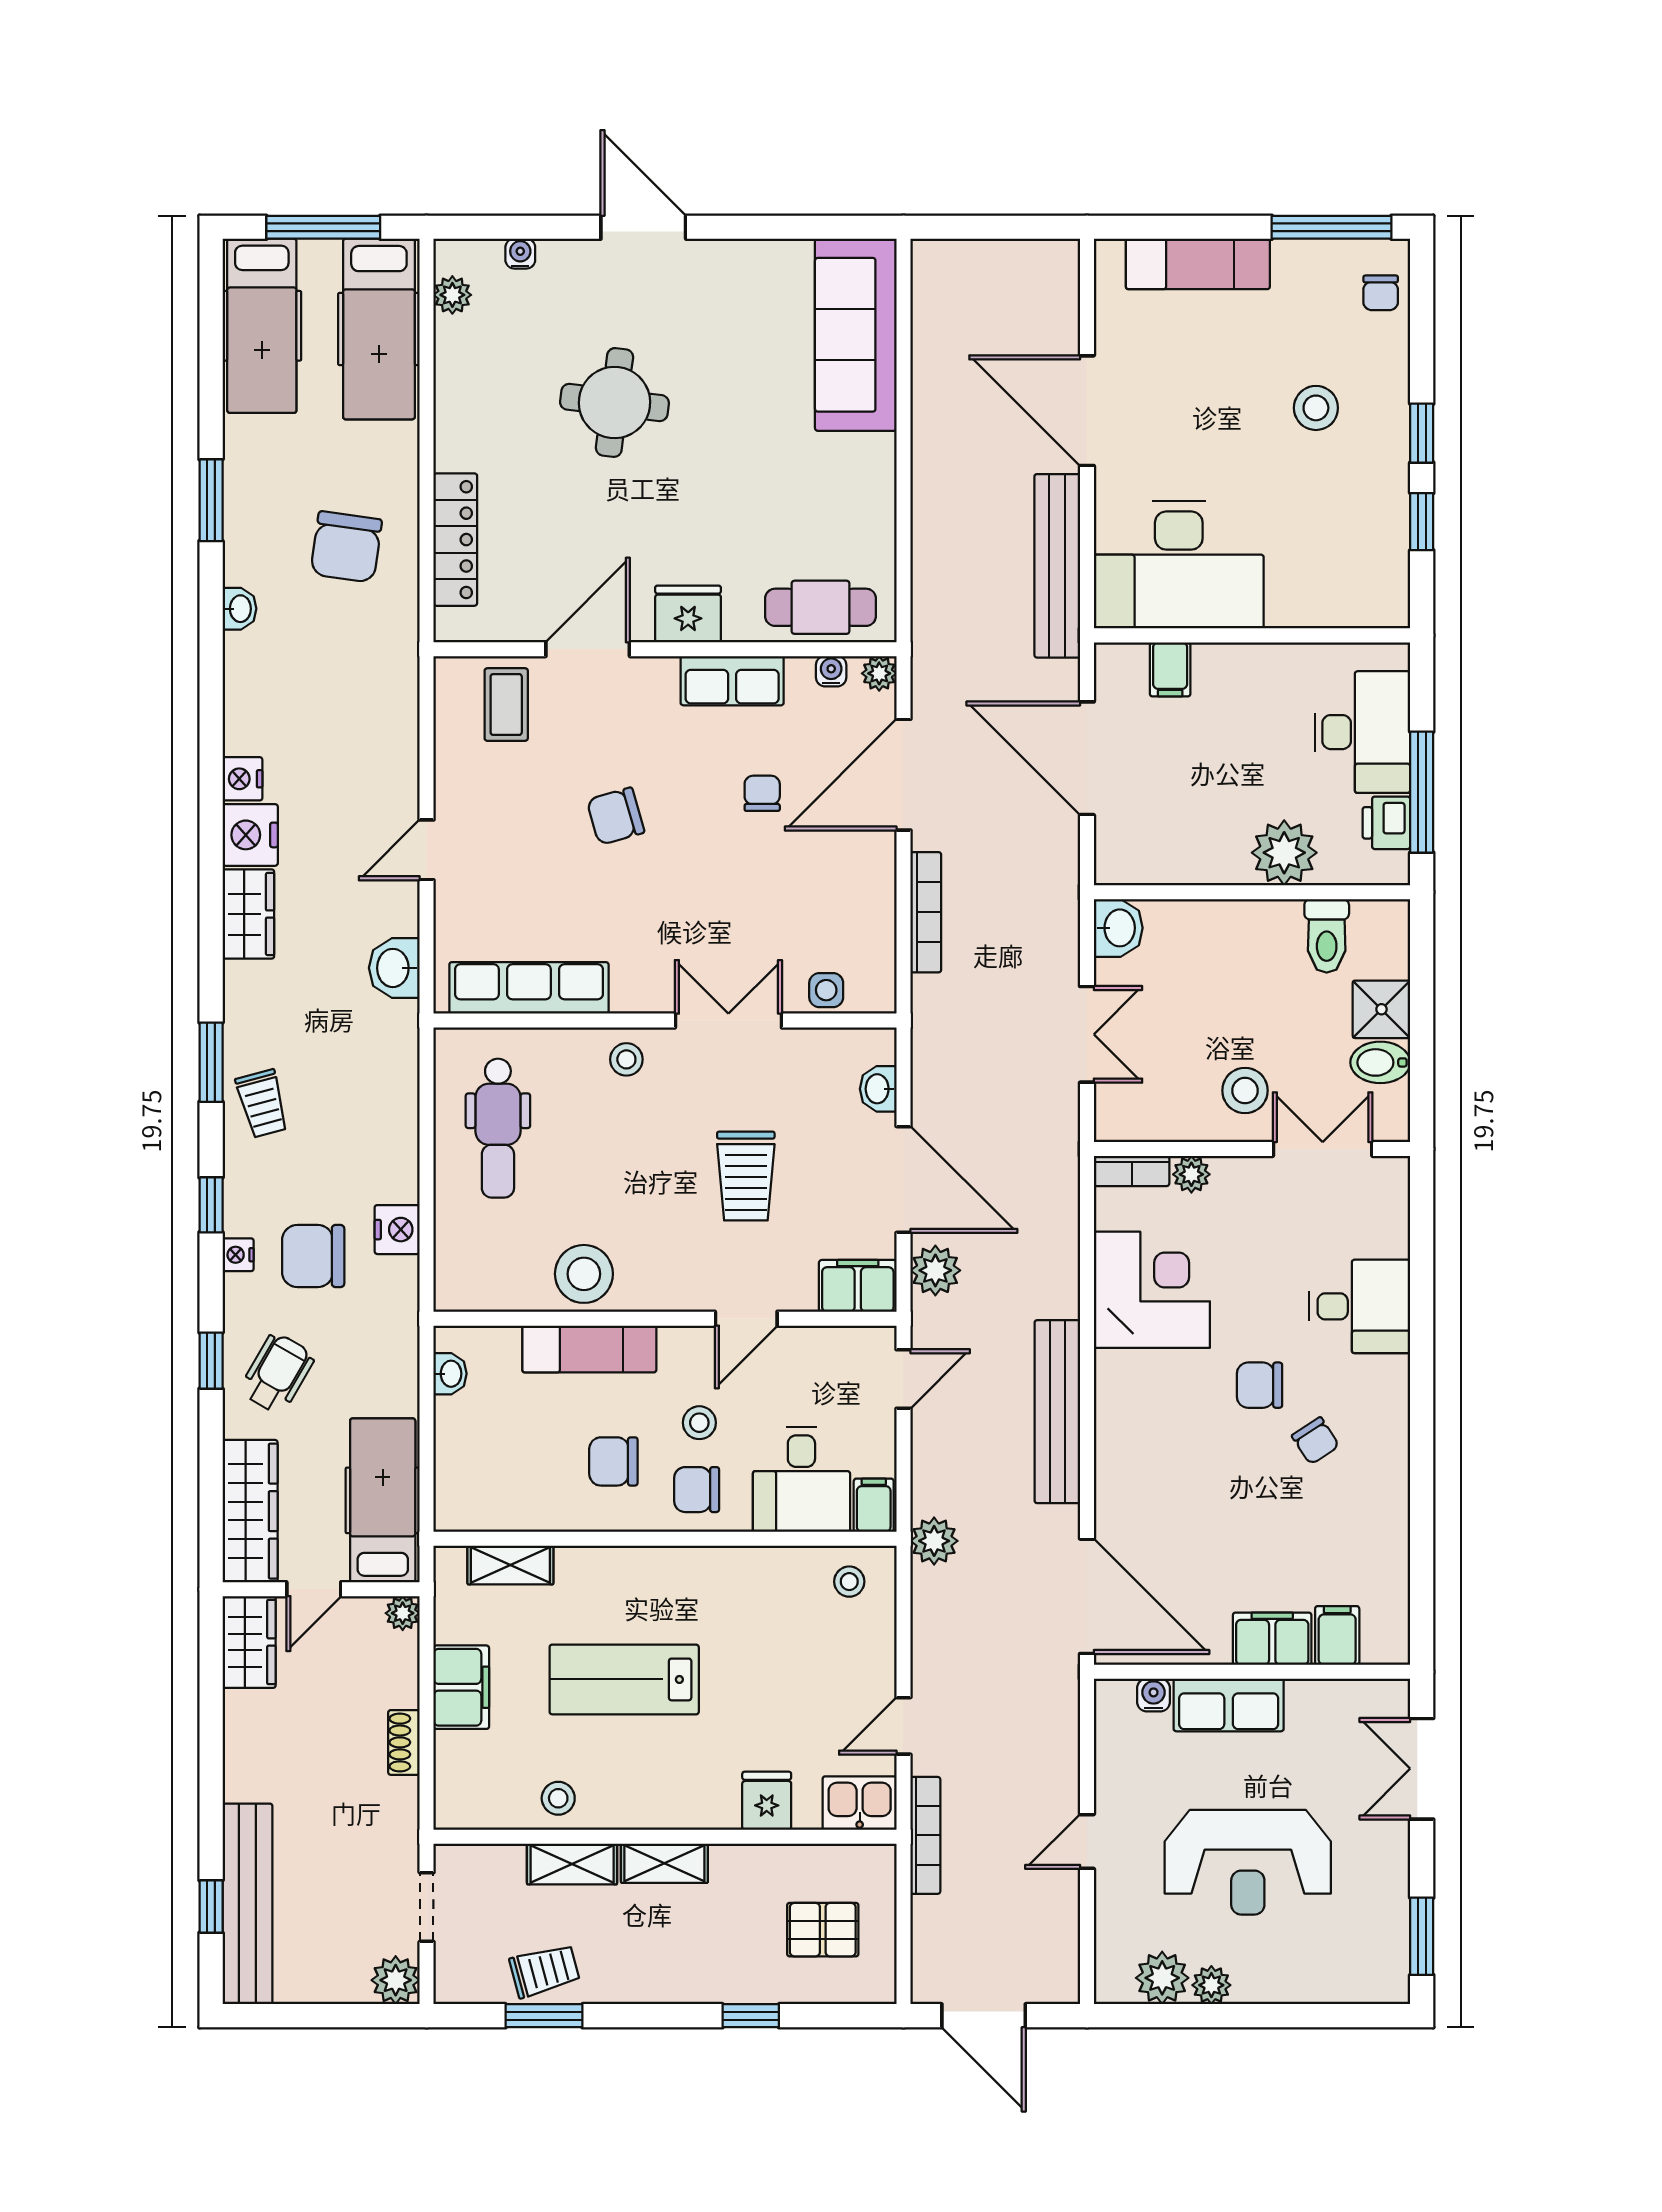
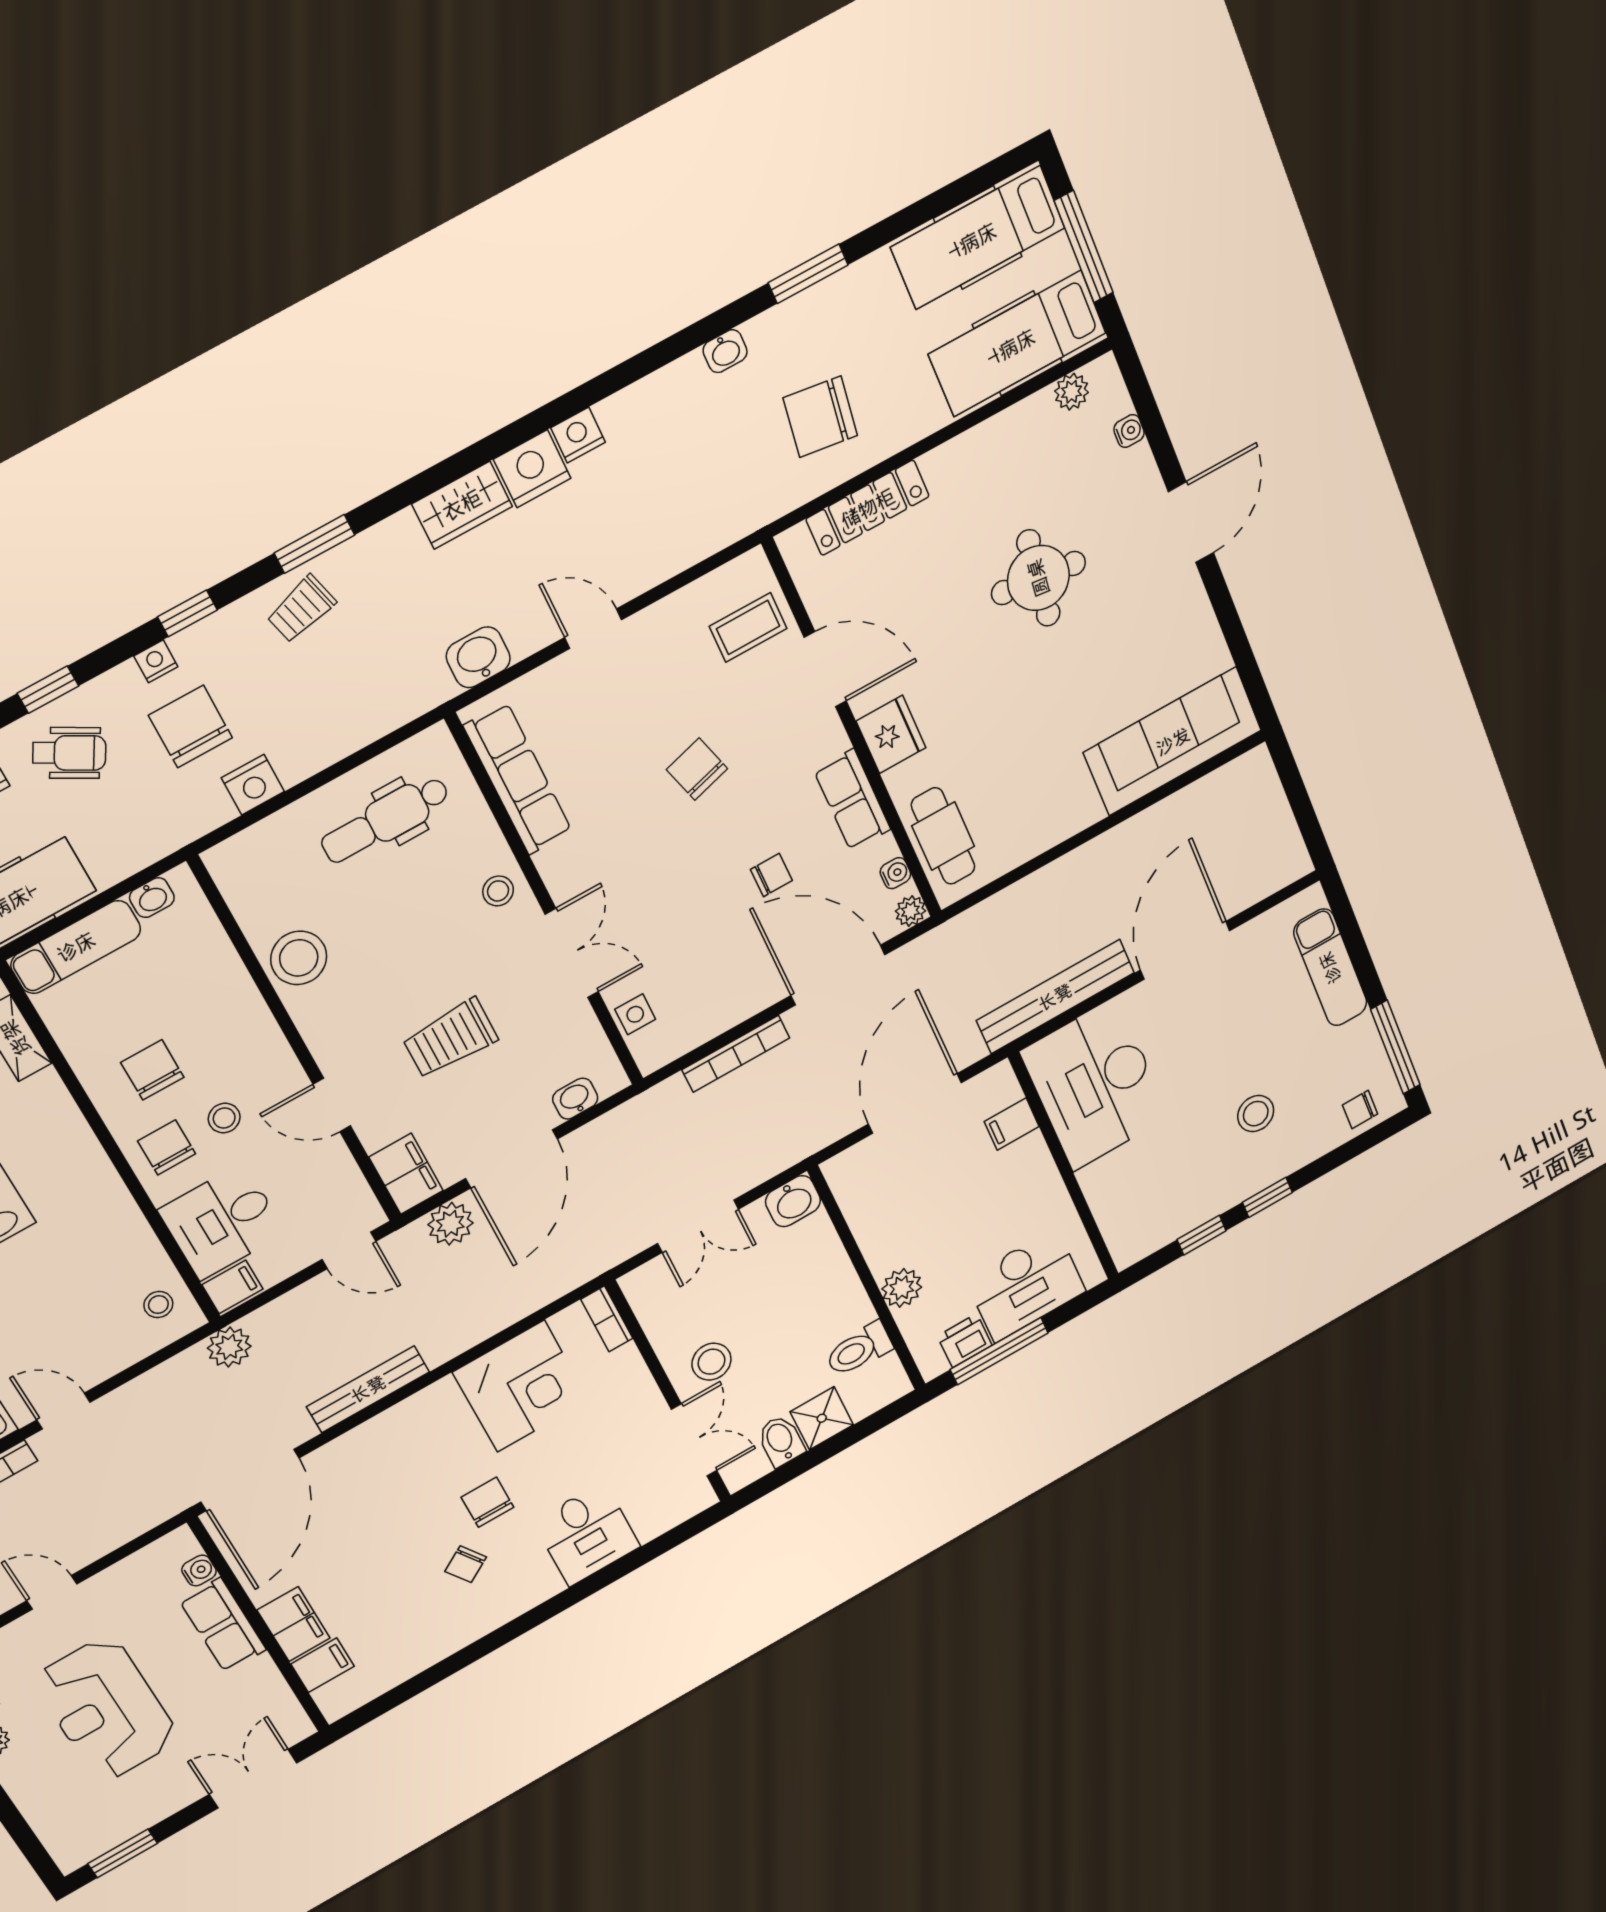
plant: (1284, 853) -> (902, 1288), width x0.73, depth x0.73
plant: (1191, 1174) -> (627, 1362), removed
exam couch: (589, 1349) -> (76, 947), moved, turned -90
bench: (1057, 1412) -> (368, 1389), width x0.73, depth x0.82

